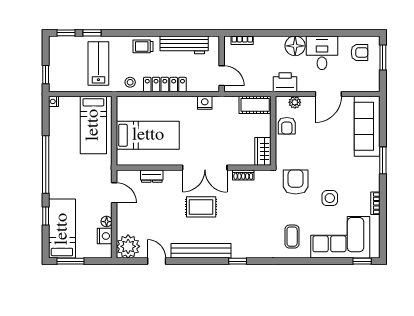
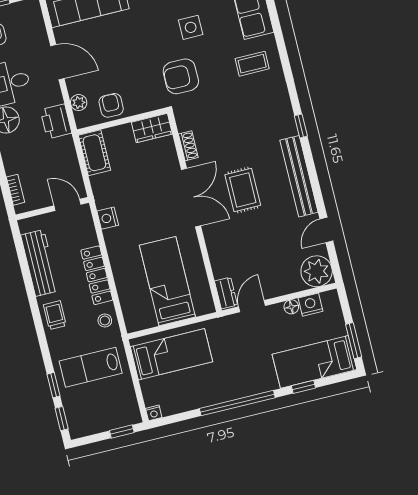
trolley: (143, 46) -> (55, 315), turned 180
door: (222, 76) -> (67, 205), hinge flipped
armchair: (287, 126) -> (111, 105), turned -90
dresser: (152, 176) -> (226, 293), moved

